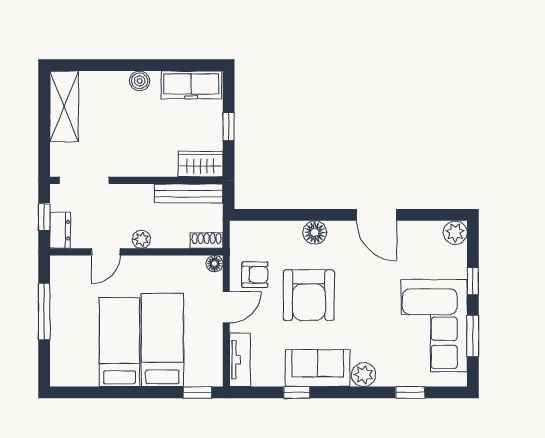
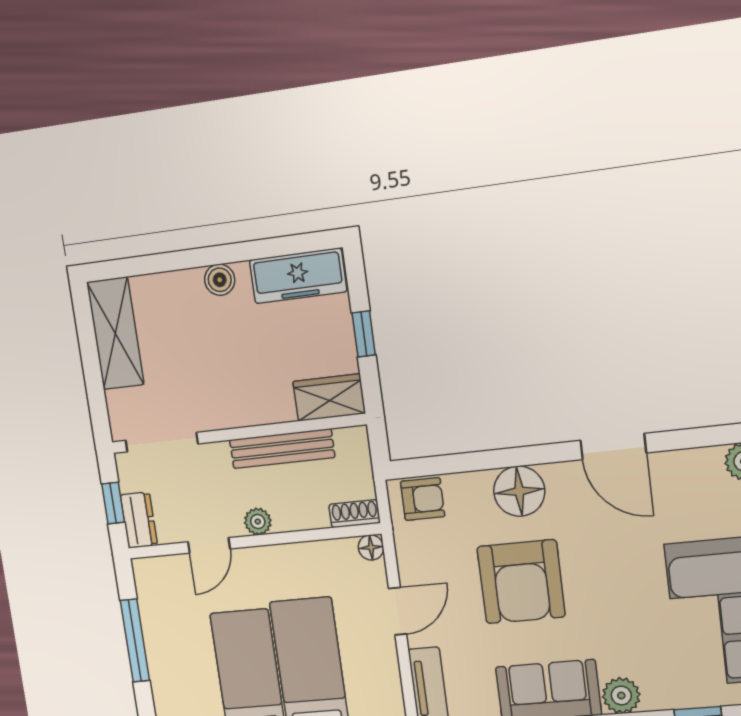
bench: (189, 193) -> (282, 449), moved
floor lamp: (315, 232) -> (519, 491), width x1.38, depth x1.38
armchair: (255, 275) -> (423, 499), moved

